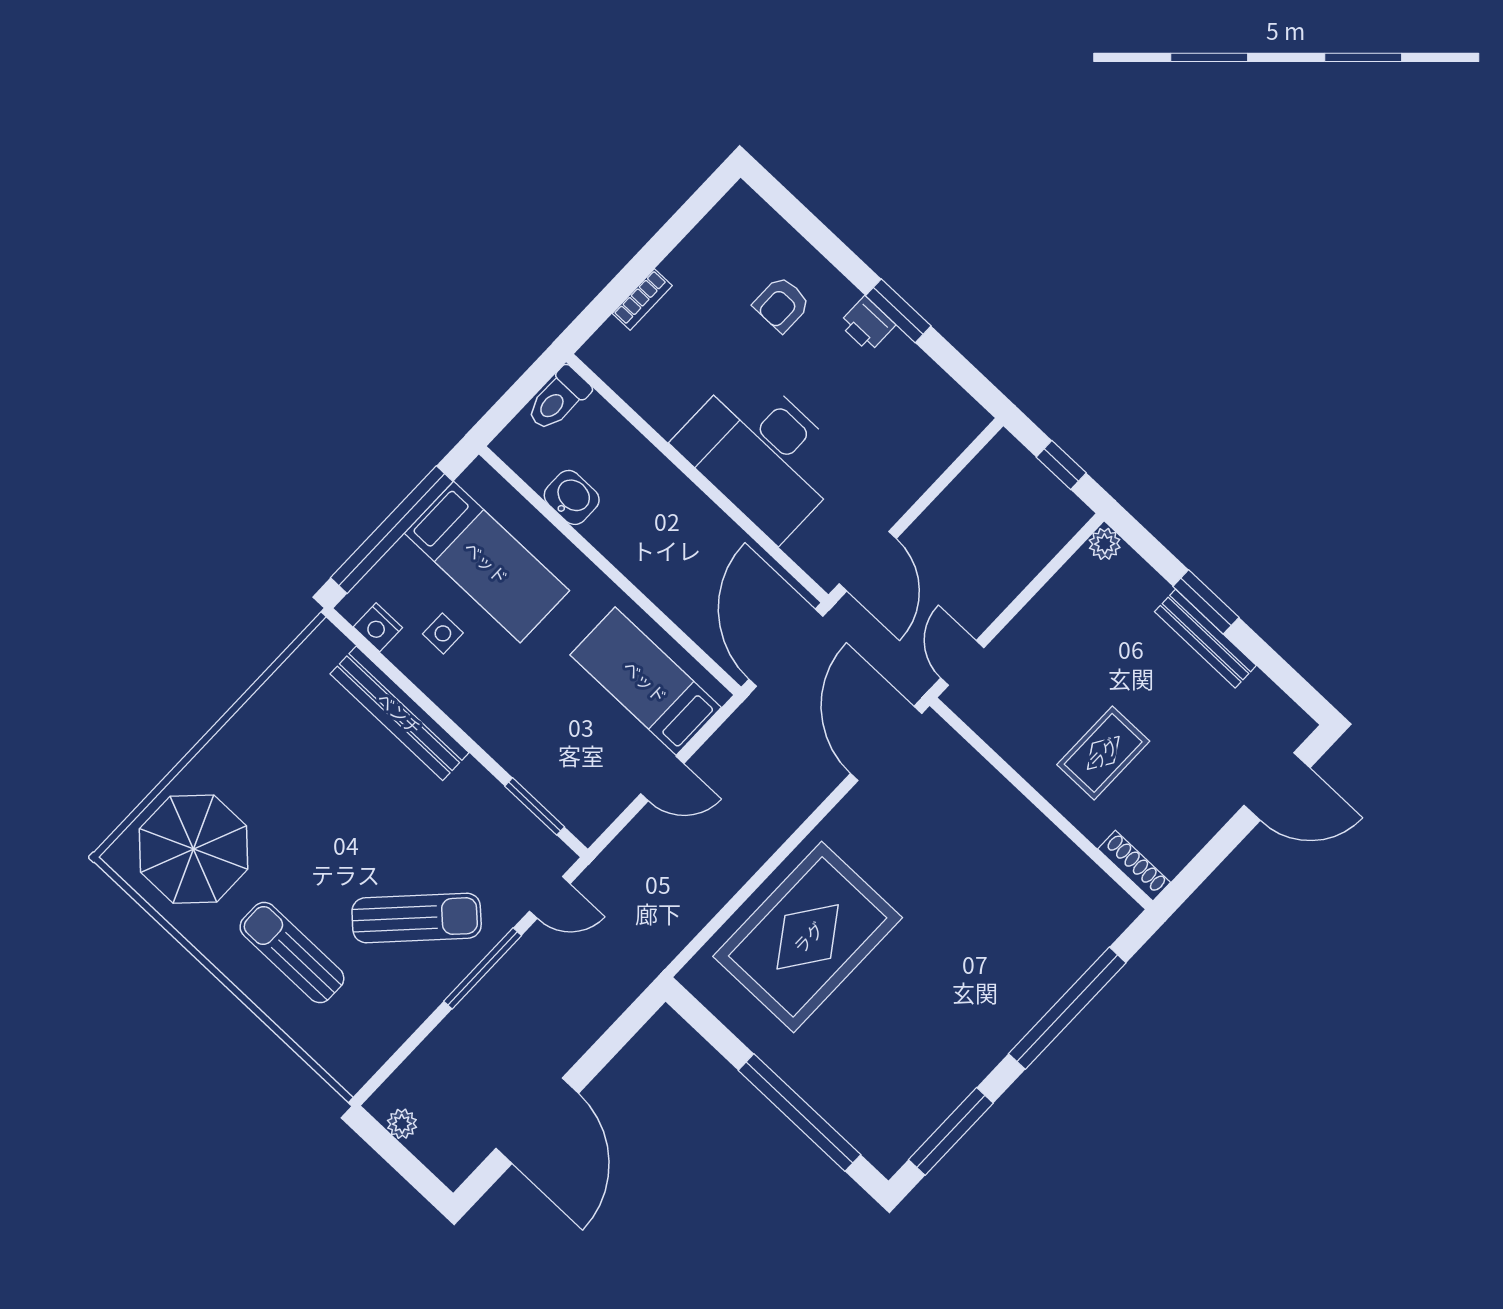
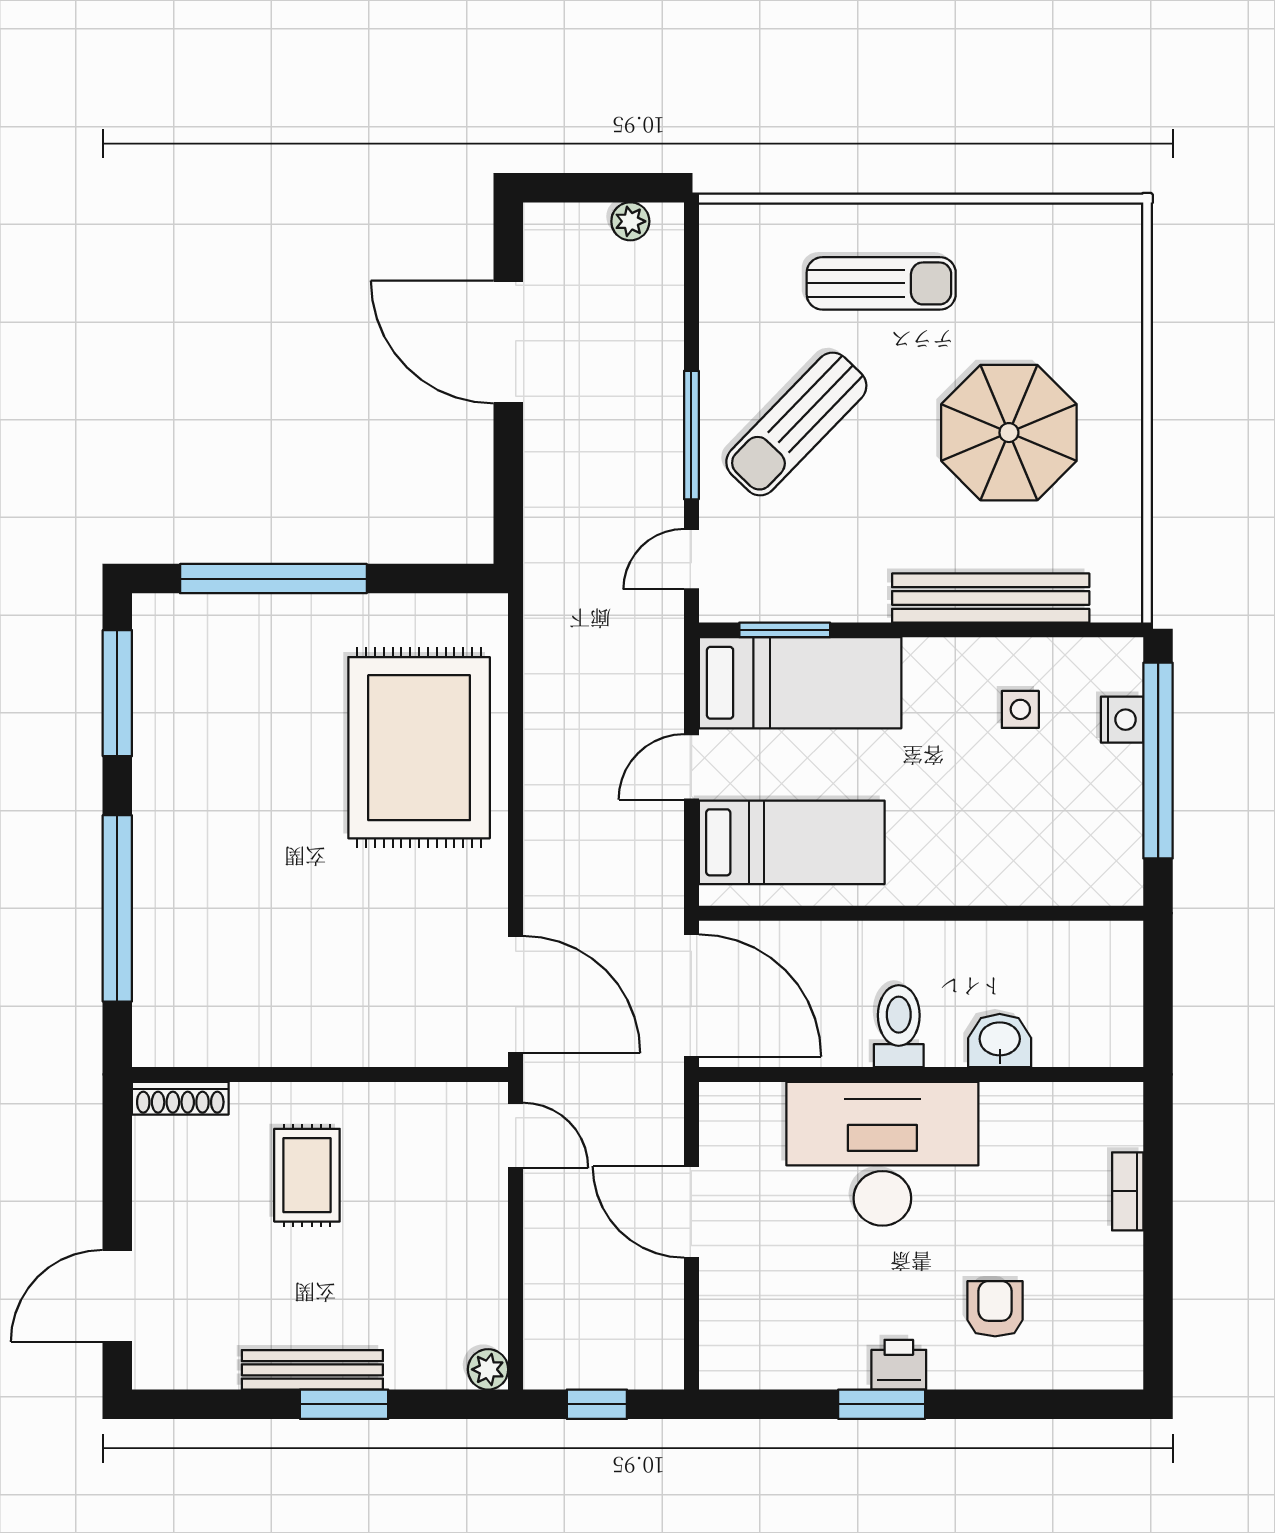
toilet: (558, 399) -> (899, 1026), moved
washbasin: (572, 497) -> (1000, 1040), moved, turned 180
door: (868, 561) -> (691, 1212), moved
bed: (487, 562) -> (800, 683), moved, turned 180
nightstand: (378, 627) -> (1122, 720), moved, turned 90
parasol: (193, 849) -> (1009, 433), moved

